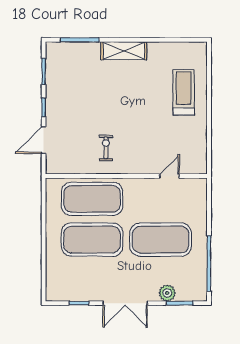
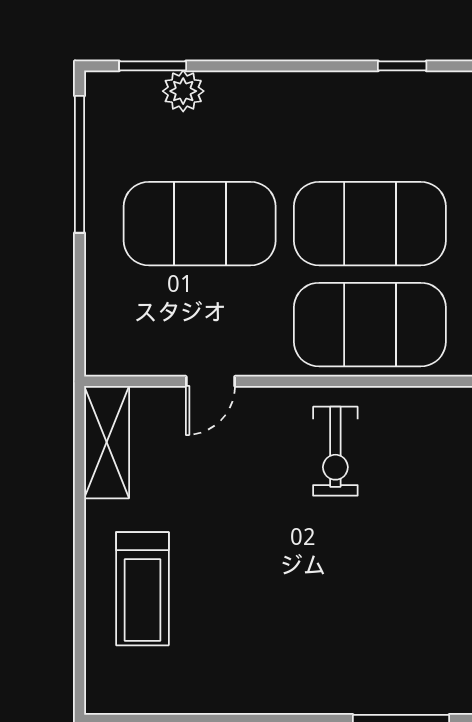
shelving: (124, 51) -> (107, 442), moved, turned 90
exercise bike: (106, 148) -> (335, 451), width x1.38, depth x1.39
door: (170, 176) -> (210, 381), moved
double door: (125, 303) -> (288, 66), removed

